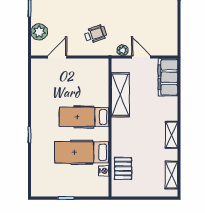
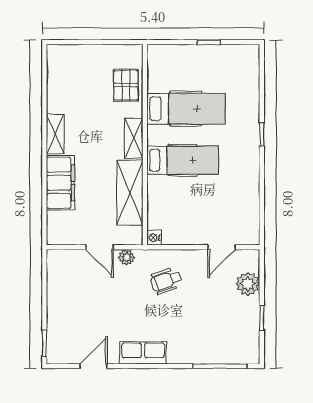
filing cabinet: (168, 77) -> (61, 183), moved
nightstand: (104, 171) -> (154, 238), moved
shelving: (171, 175) -> (134, 138), moved

